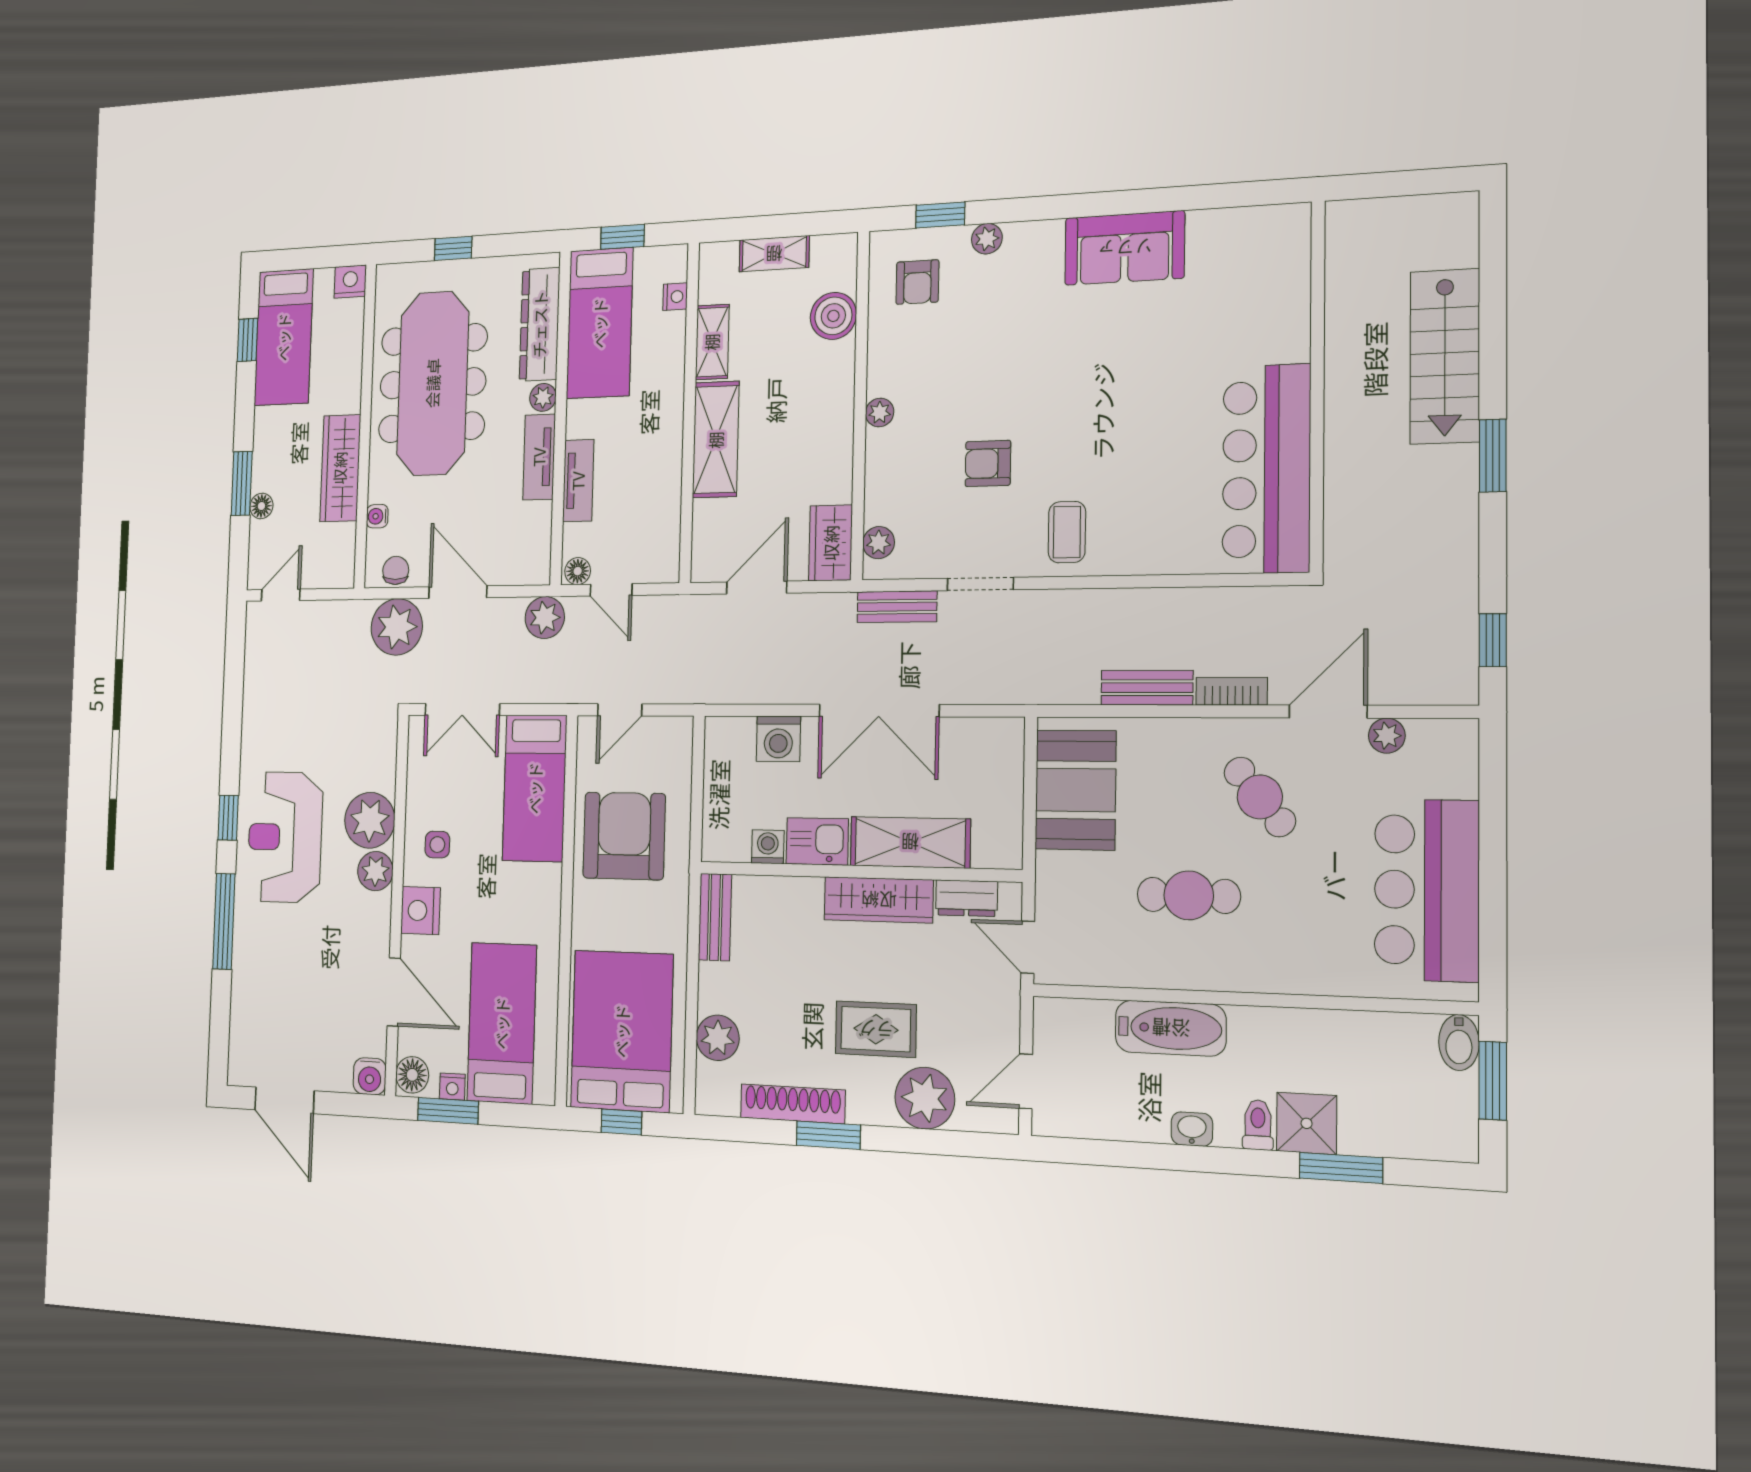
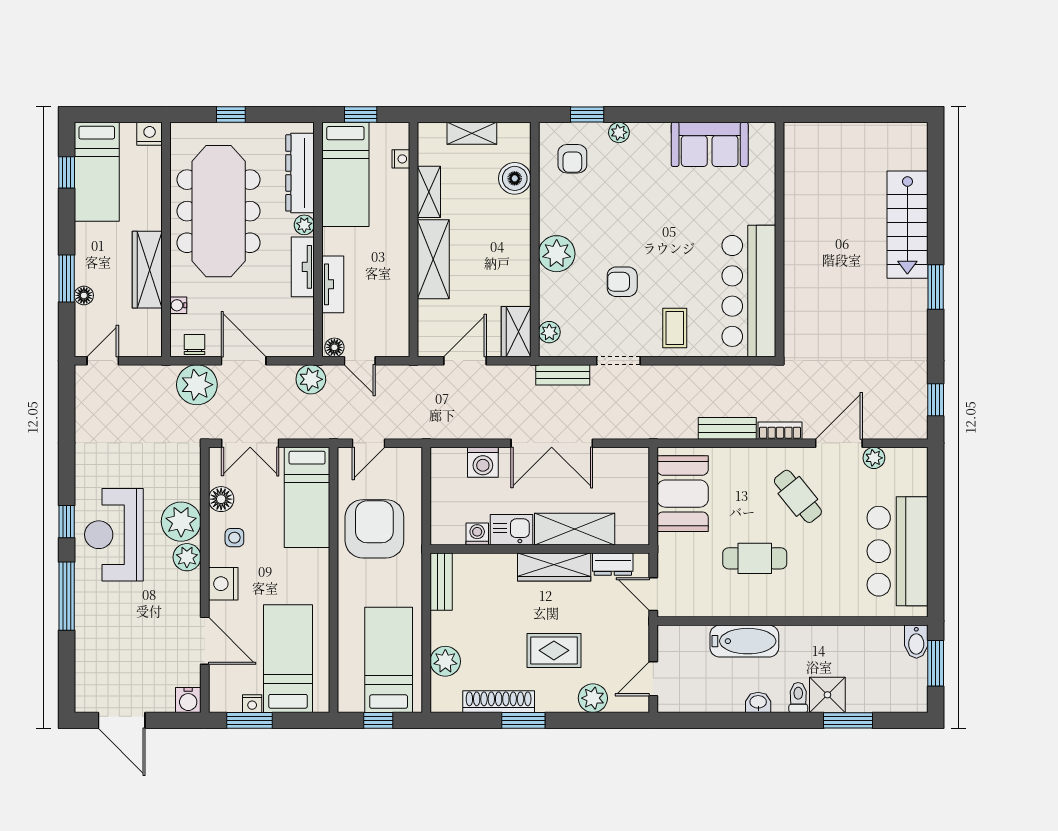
wall: (1317, 386) -> (780, 240), moved
plant: (880, 412) -> (557, 254), width x1.88, depth x1.88
bar counter: (1266, 469) -> (749, 291), moved
bed: (622, 1031) -> (389, 660), width x0.67
floor lamp: (412, 1075) -> (221, 499), moved
plant: (925, 1098) -> (593, 698), width x0.73, depth x0.73

